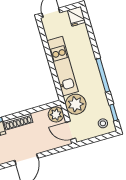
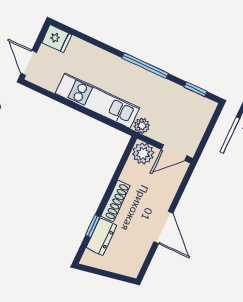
plant: (76, 104) -> (142, 126), width x0.53, depth x0.53
stool: (103, 123) -> (197, 111), removed

